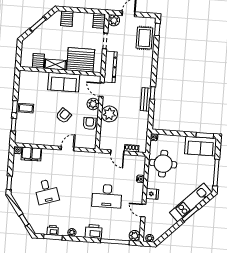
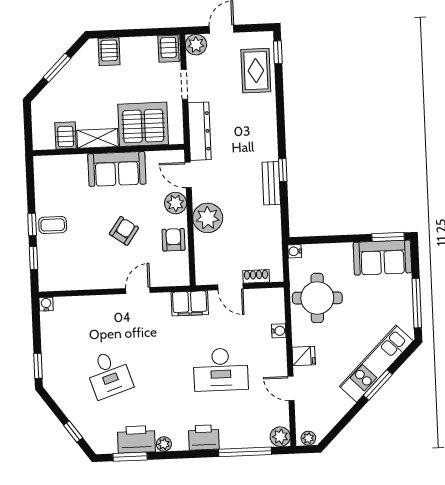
filing cabinet: (31, 154) -> (190, 303), moved
printer: (53, 230) -> (136, 439), width x1.87, depth x1.48

